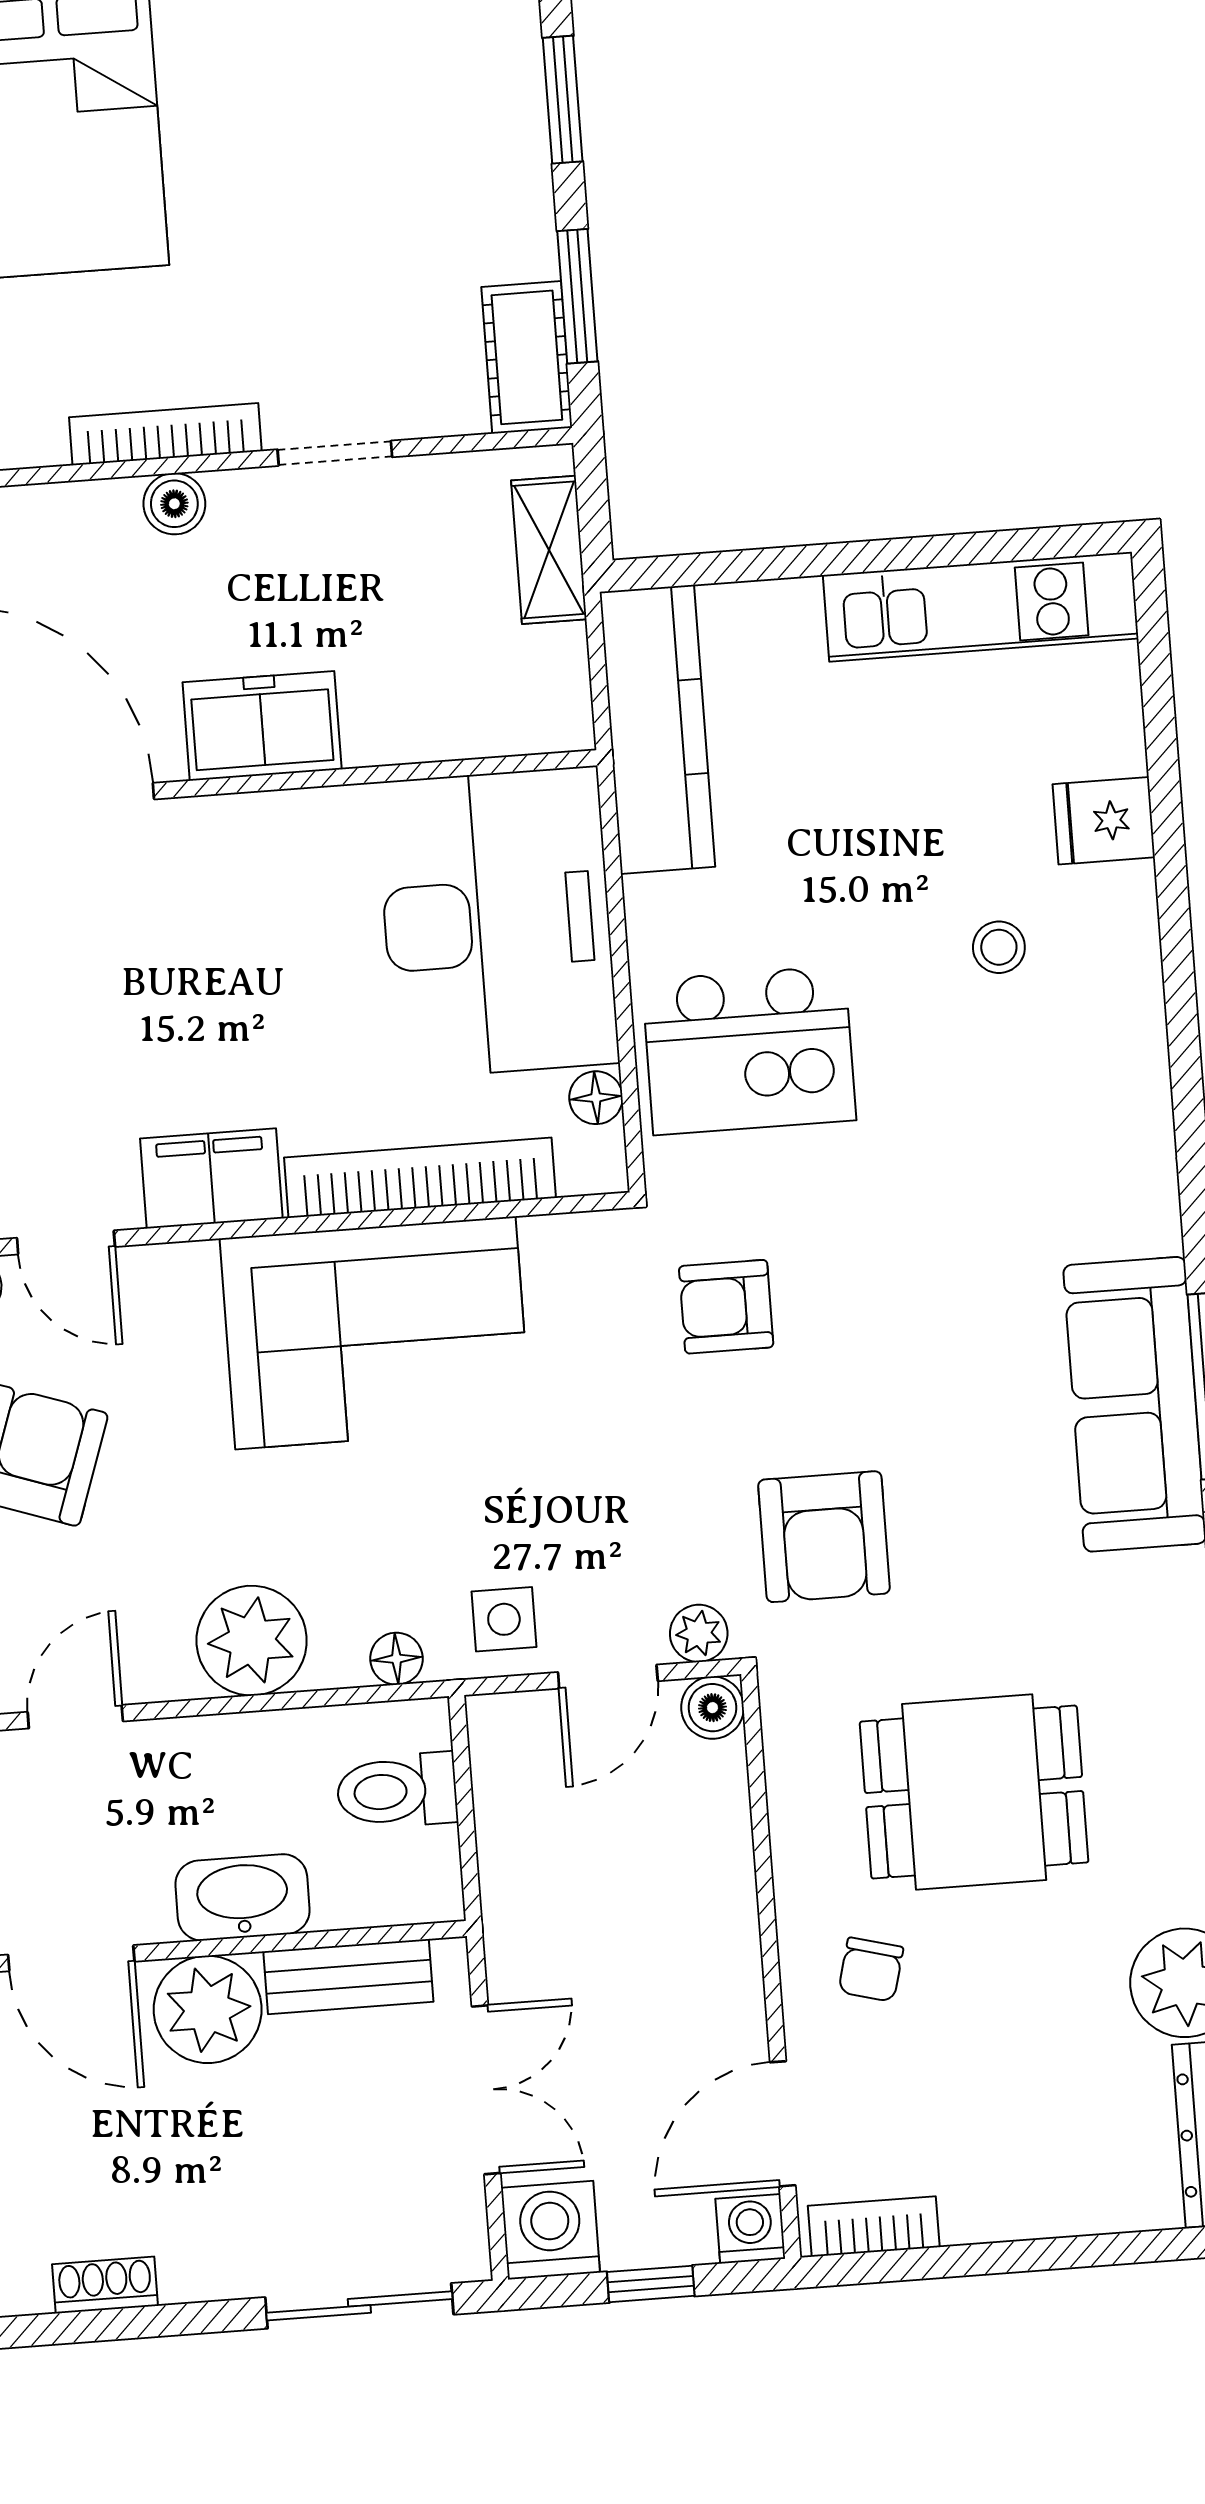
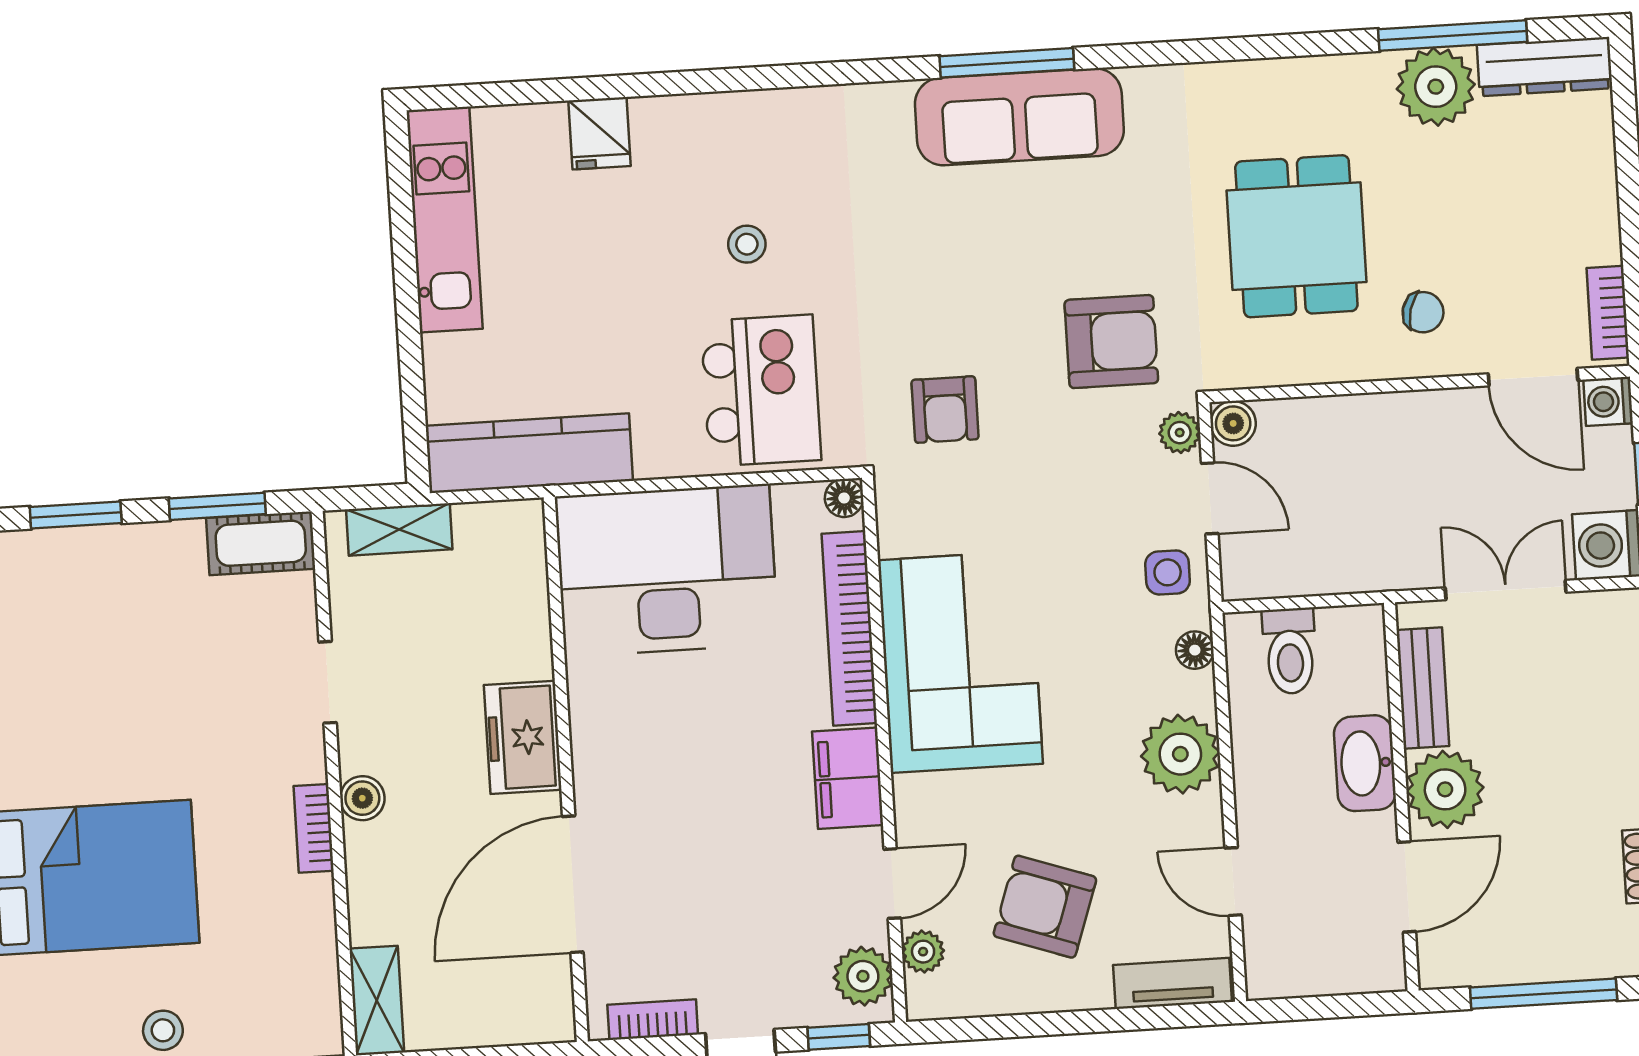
bookcase: (165, 434) -> (314, 828), width x0.64
stool: (999, 947) -> (747, 244), moved
floor lamp: (596, 1098) -> (844, 498), moved

